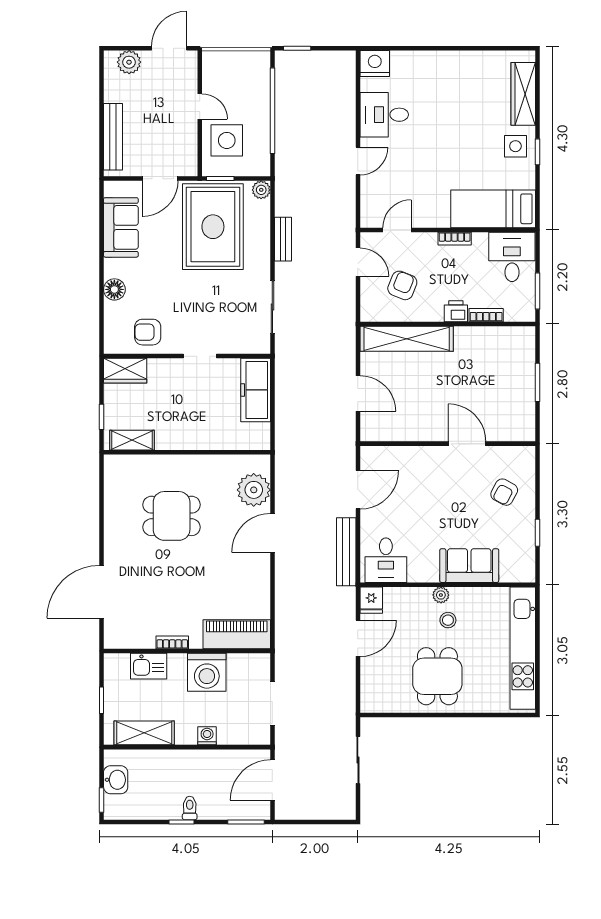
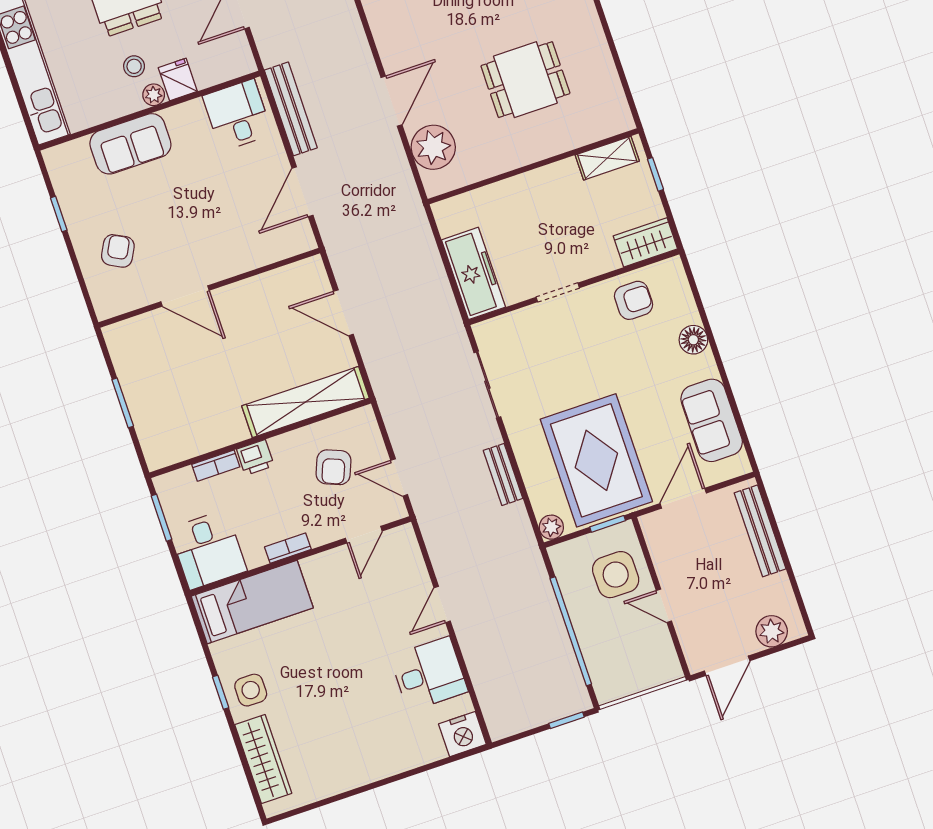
fridge: (371, 600) -> (178, 79), moved

